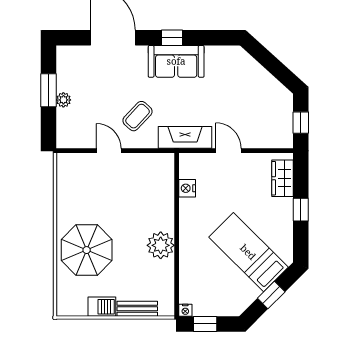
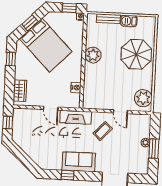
window: (172, 38) -> (68, 175), moved
plant: (71, 176) -> (143, 98), added
window: (301, 210) -> (11, 59), moved
bed: (248, 252) -> (46, 45), width x1.50

